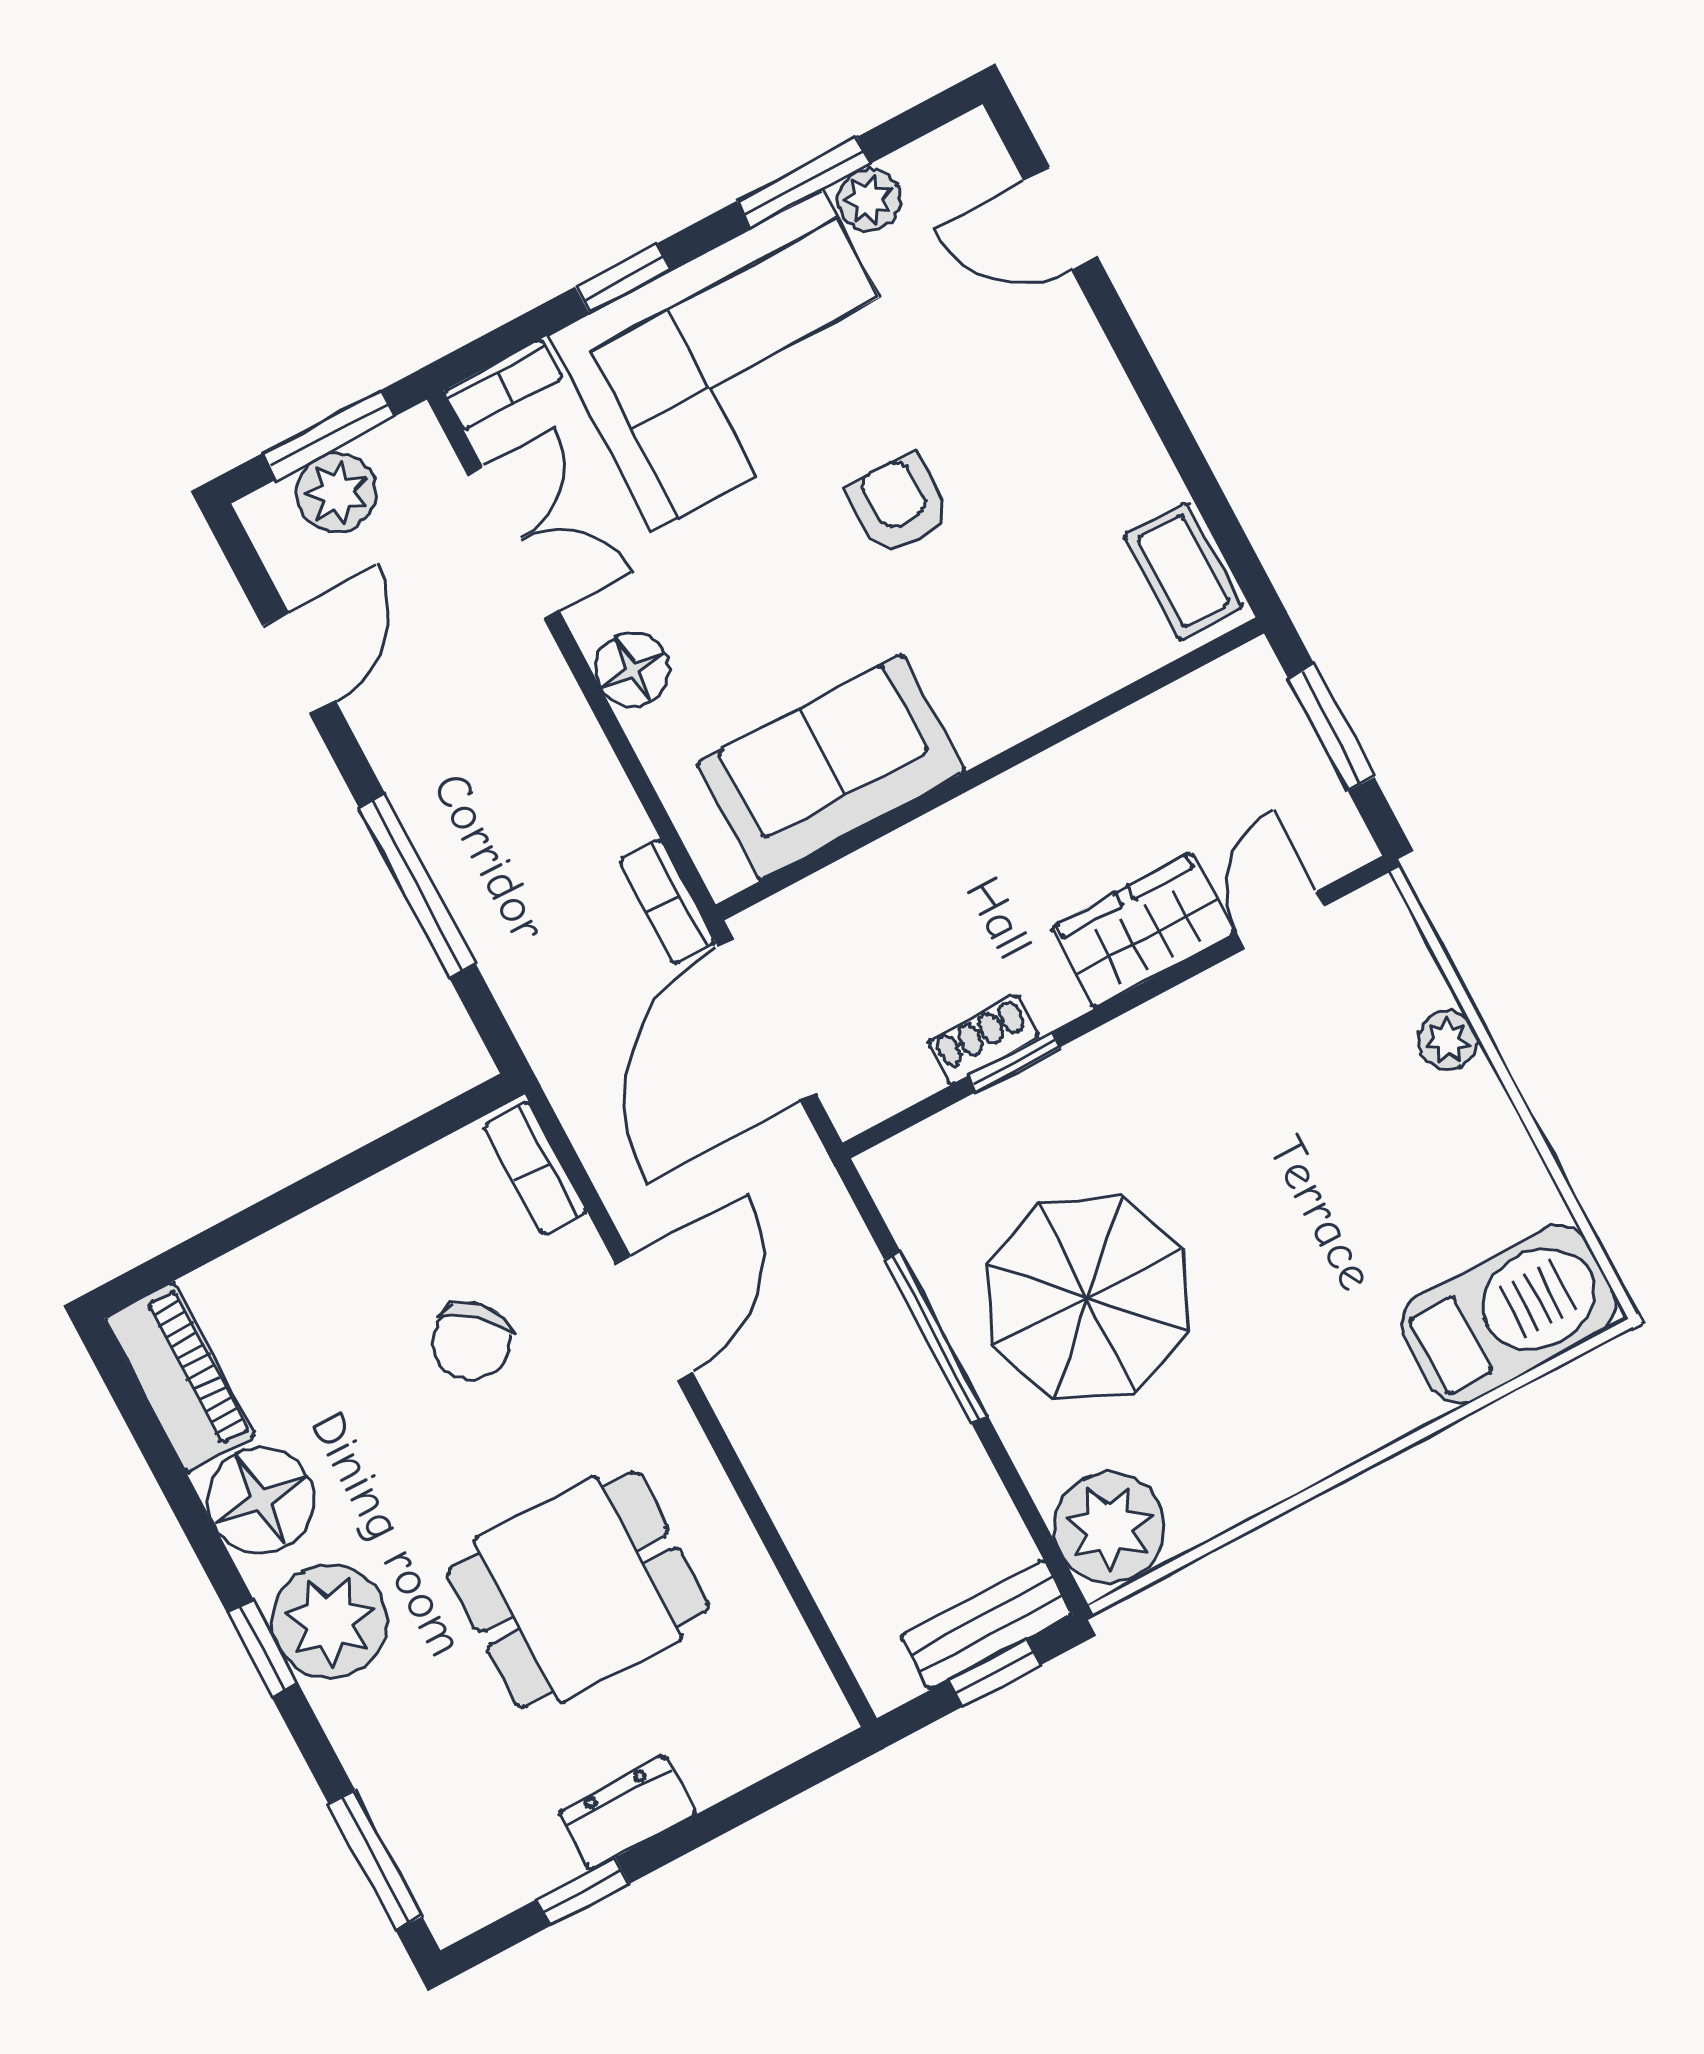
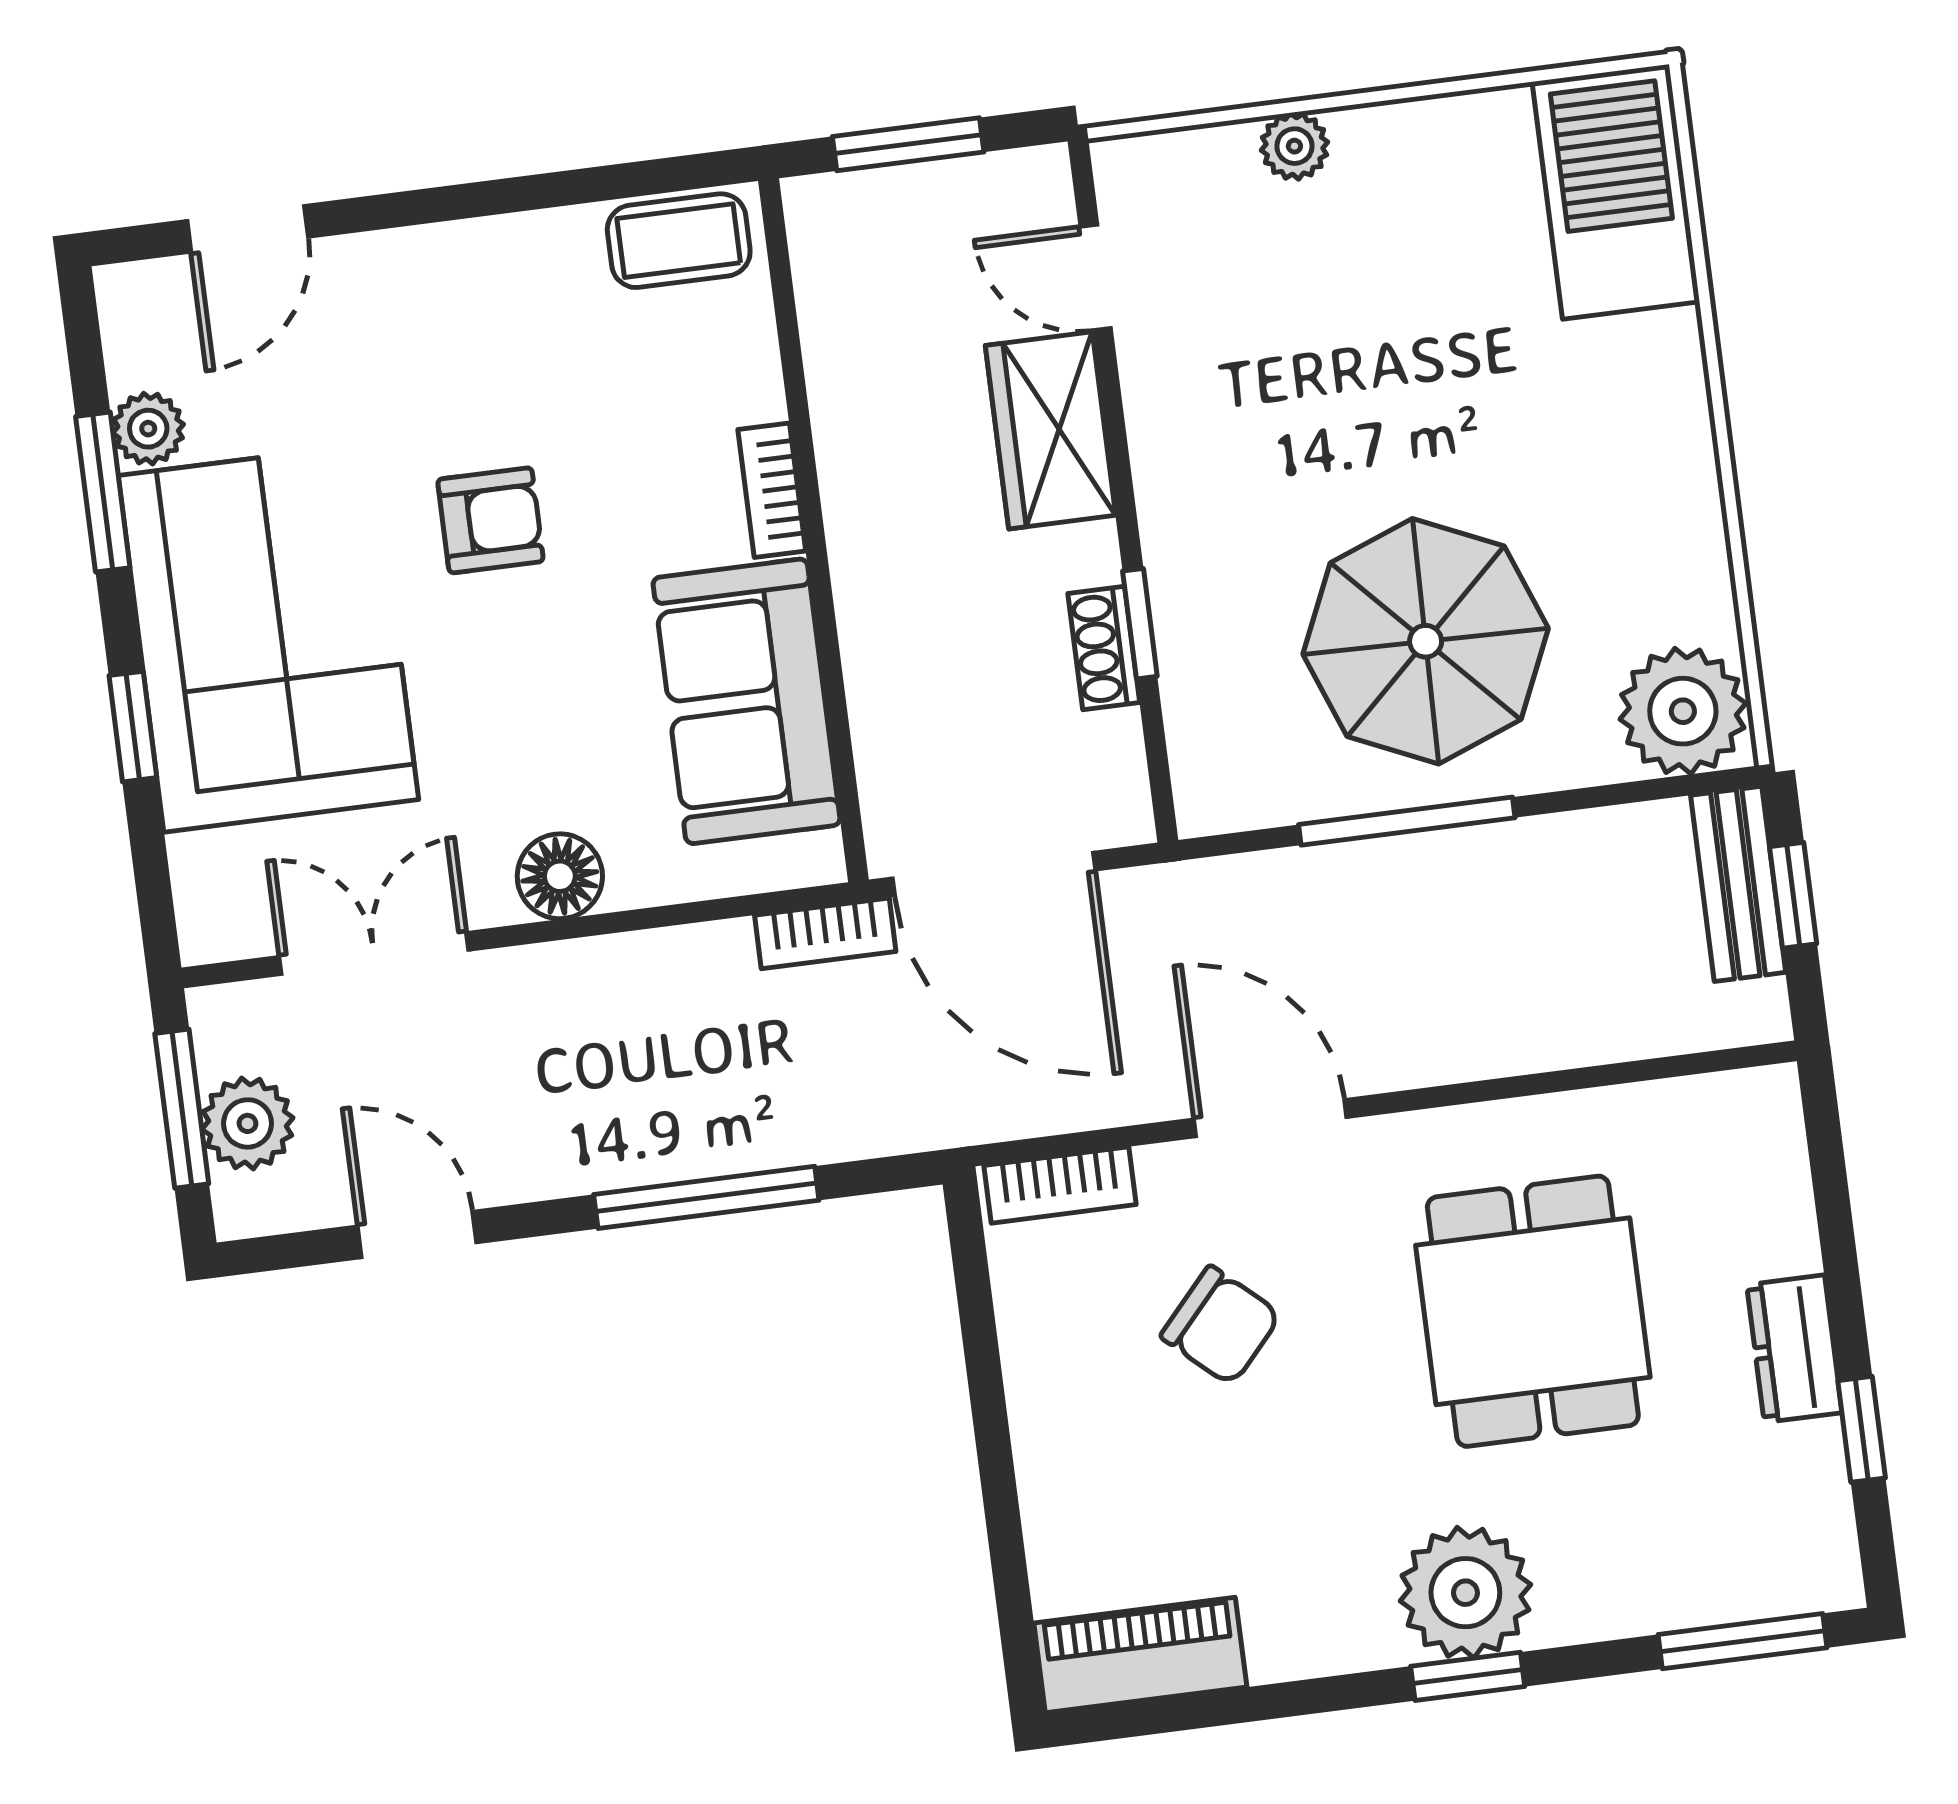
bookcase: (503, 385) -> (772, 490), moved, turned 180
armchair: (899, 504) -> (490, 520), turned 180
floor lamp: (261, 1500) -> (1306, 1618), removed

